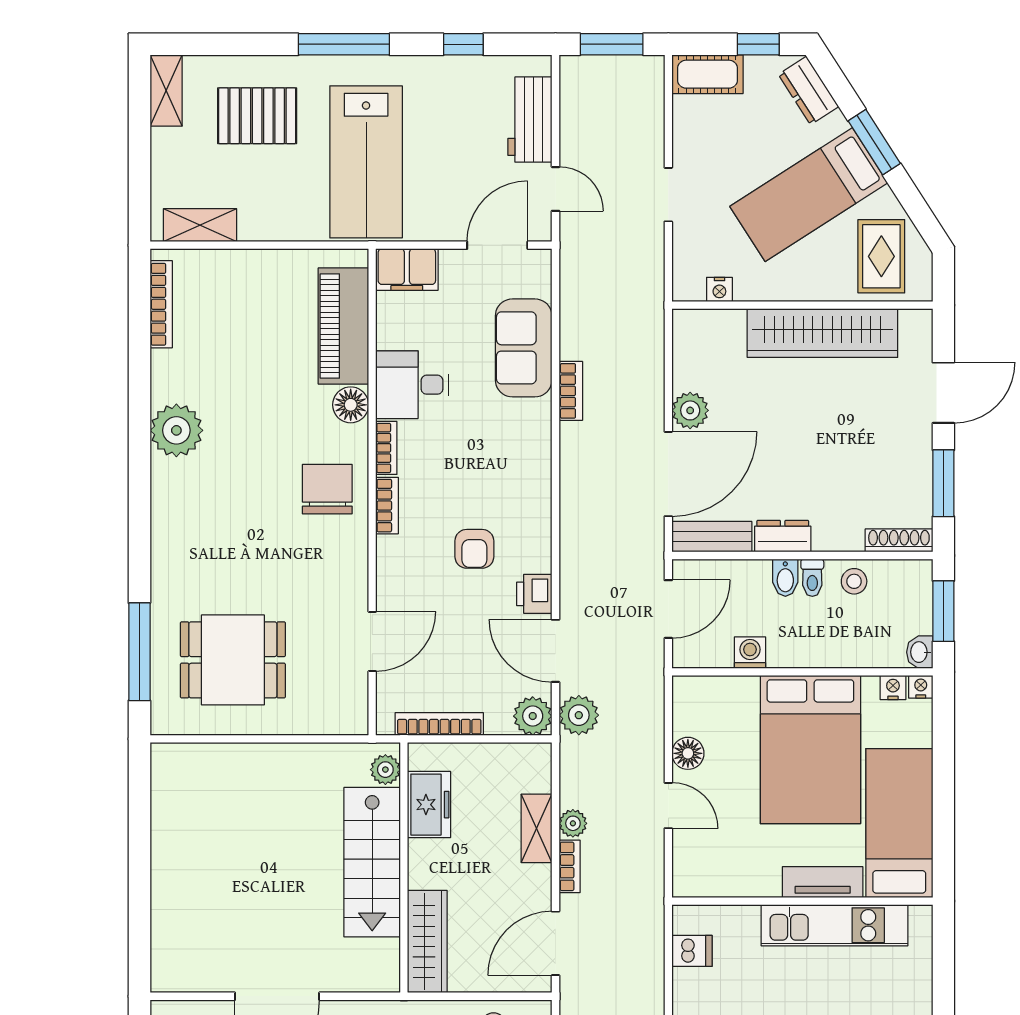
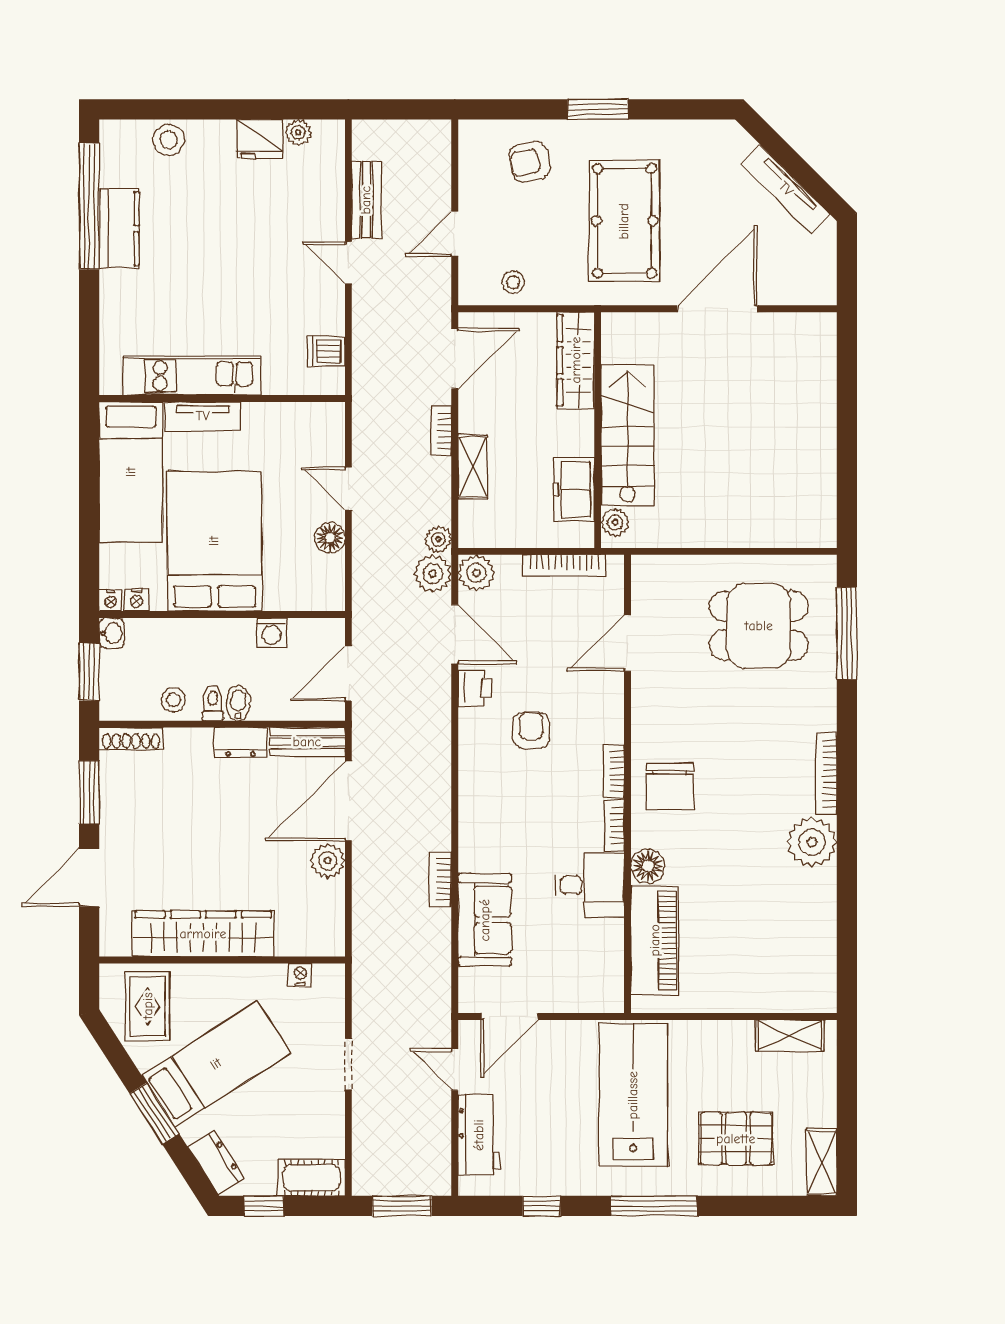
filing cabinet: (407, 270) -> (595, 994), removed
bookcase: (161, 304) -> (826, 773), moved
plant: (573, 823) -> (438, 539), moved

